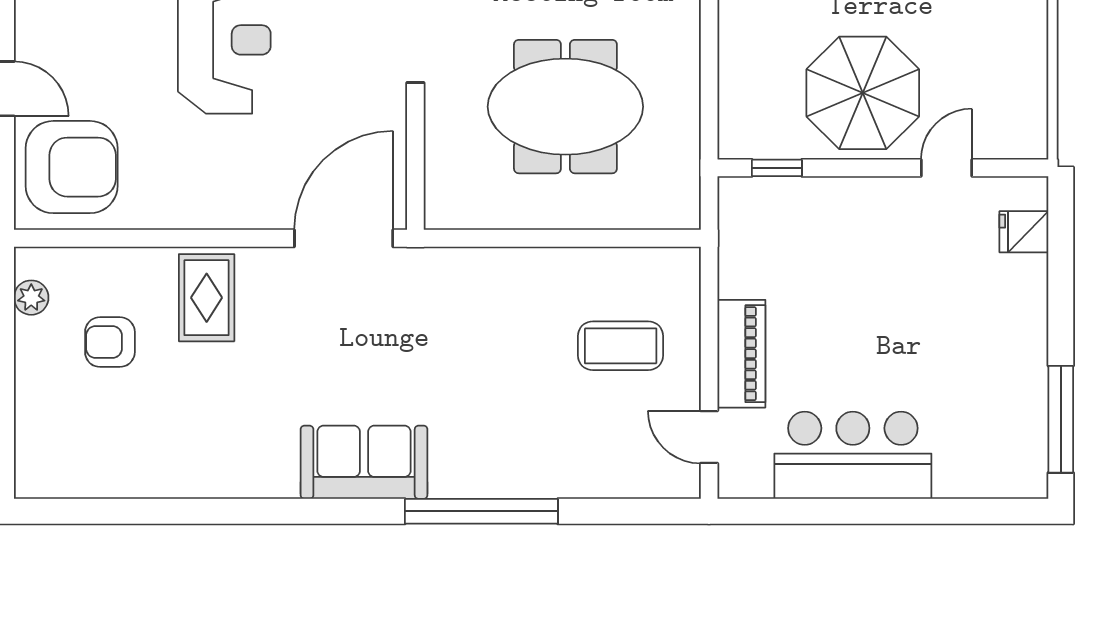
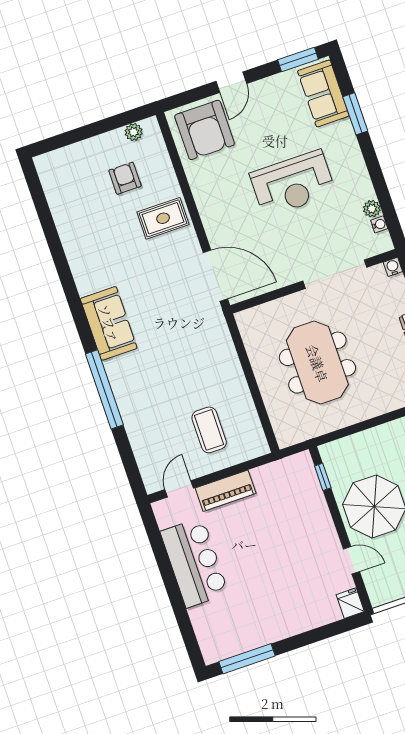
fridge: (1024, 232) -> (350, 603), moved

